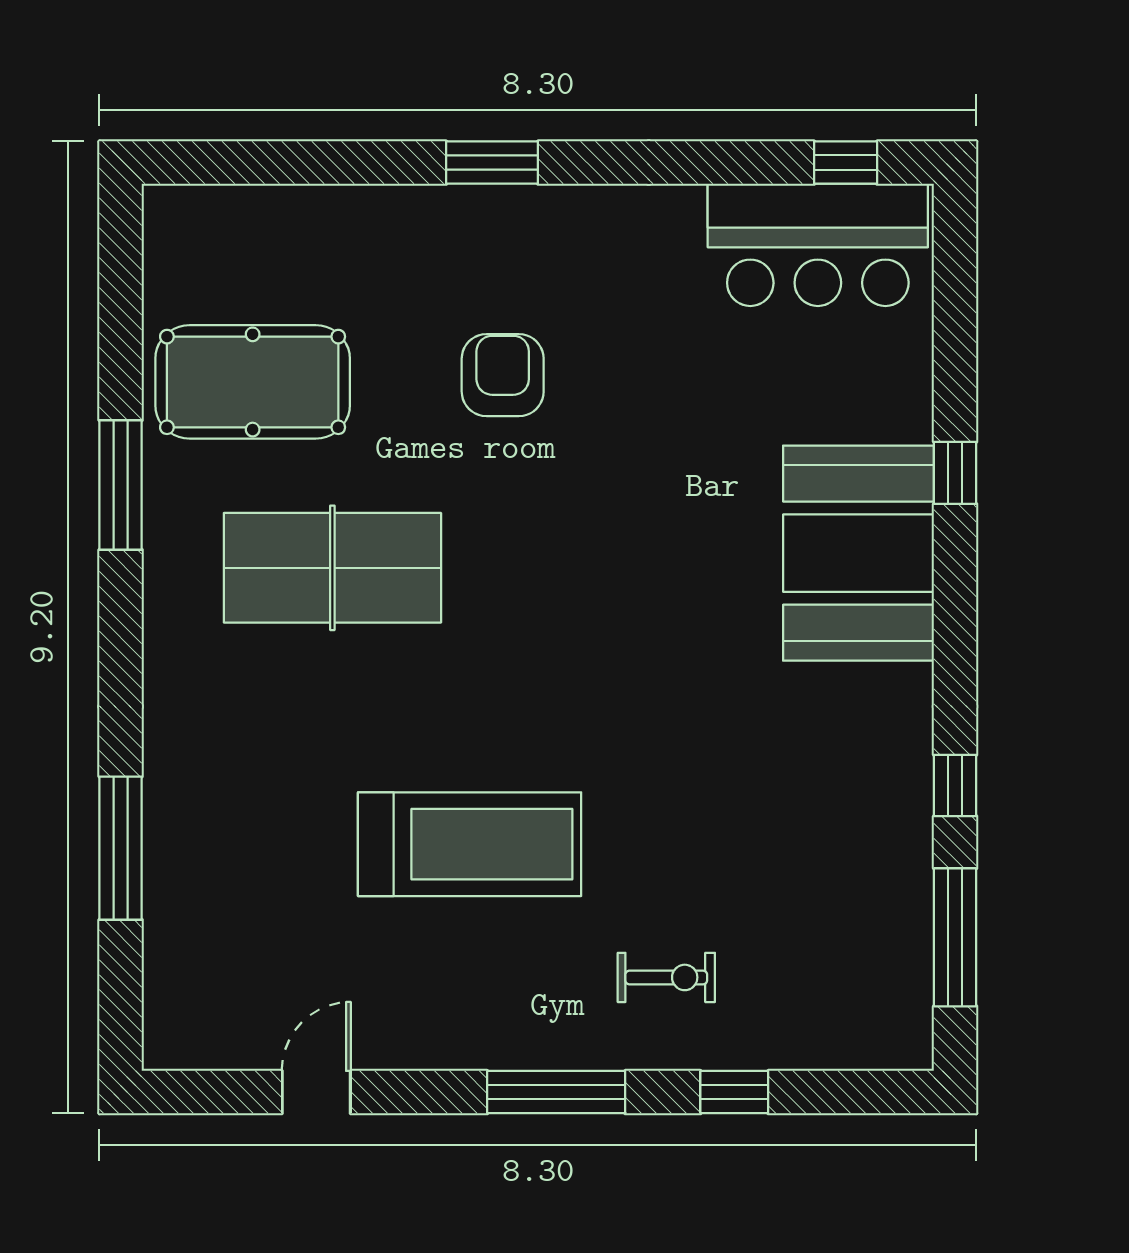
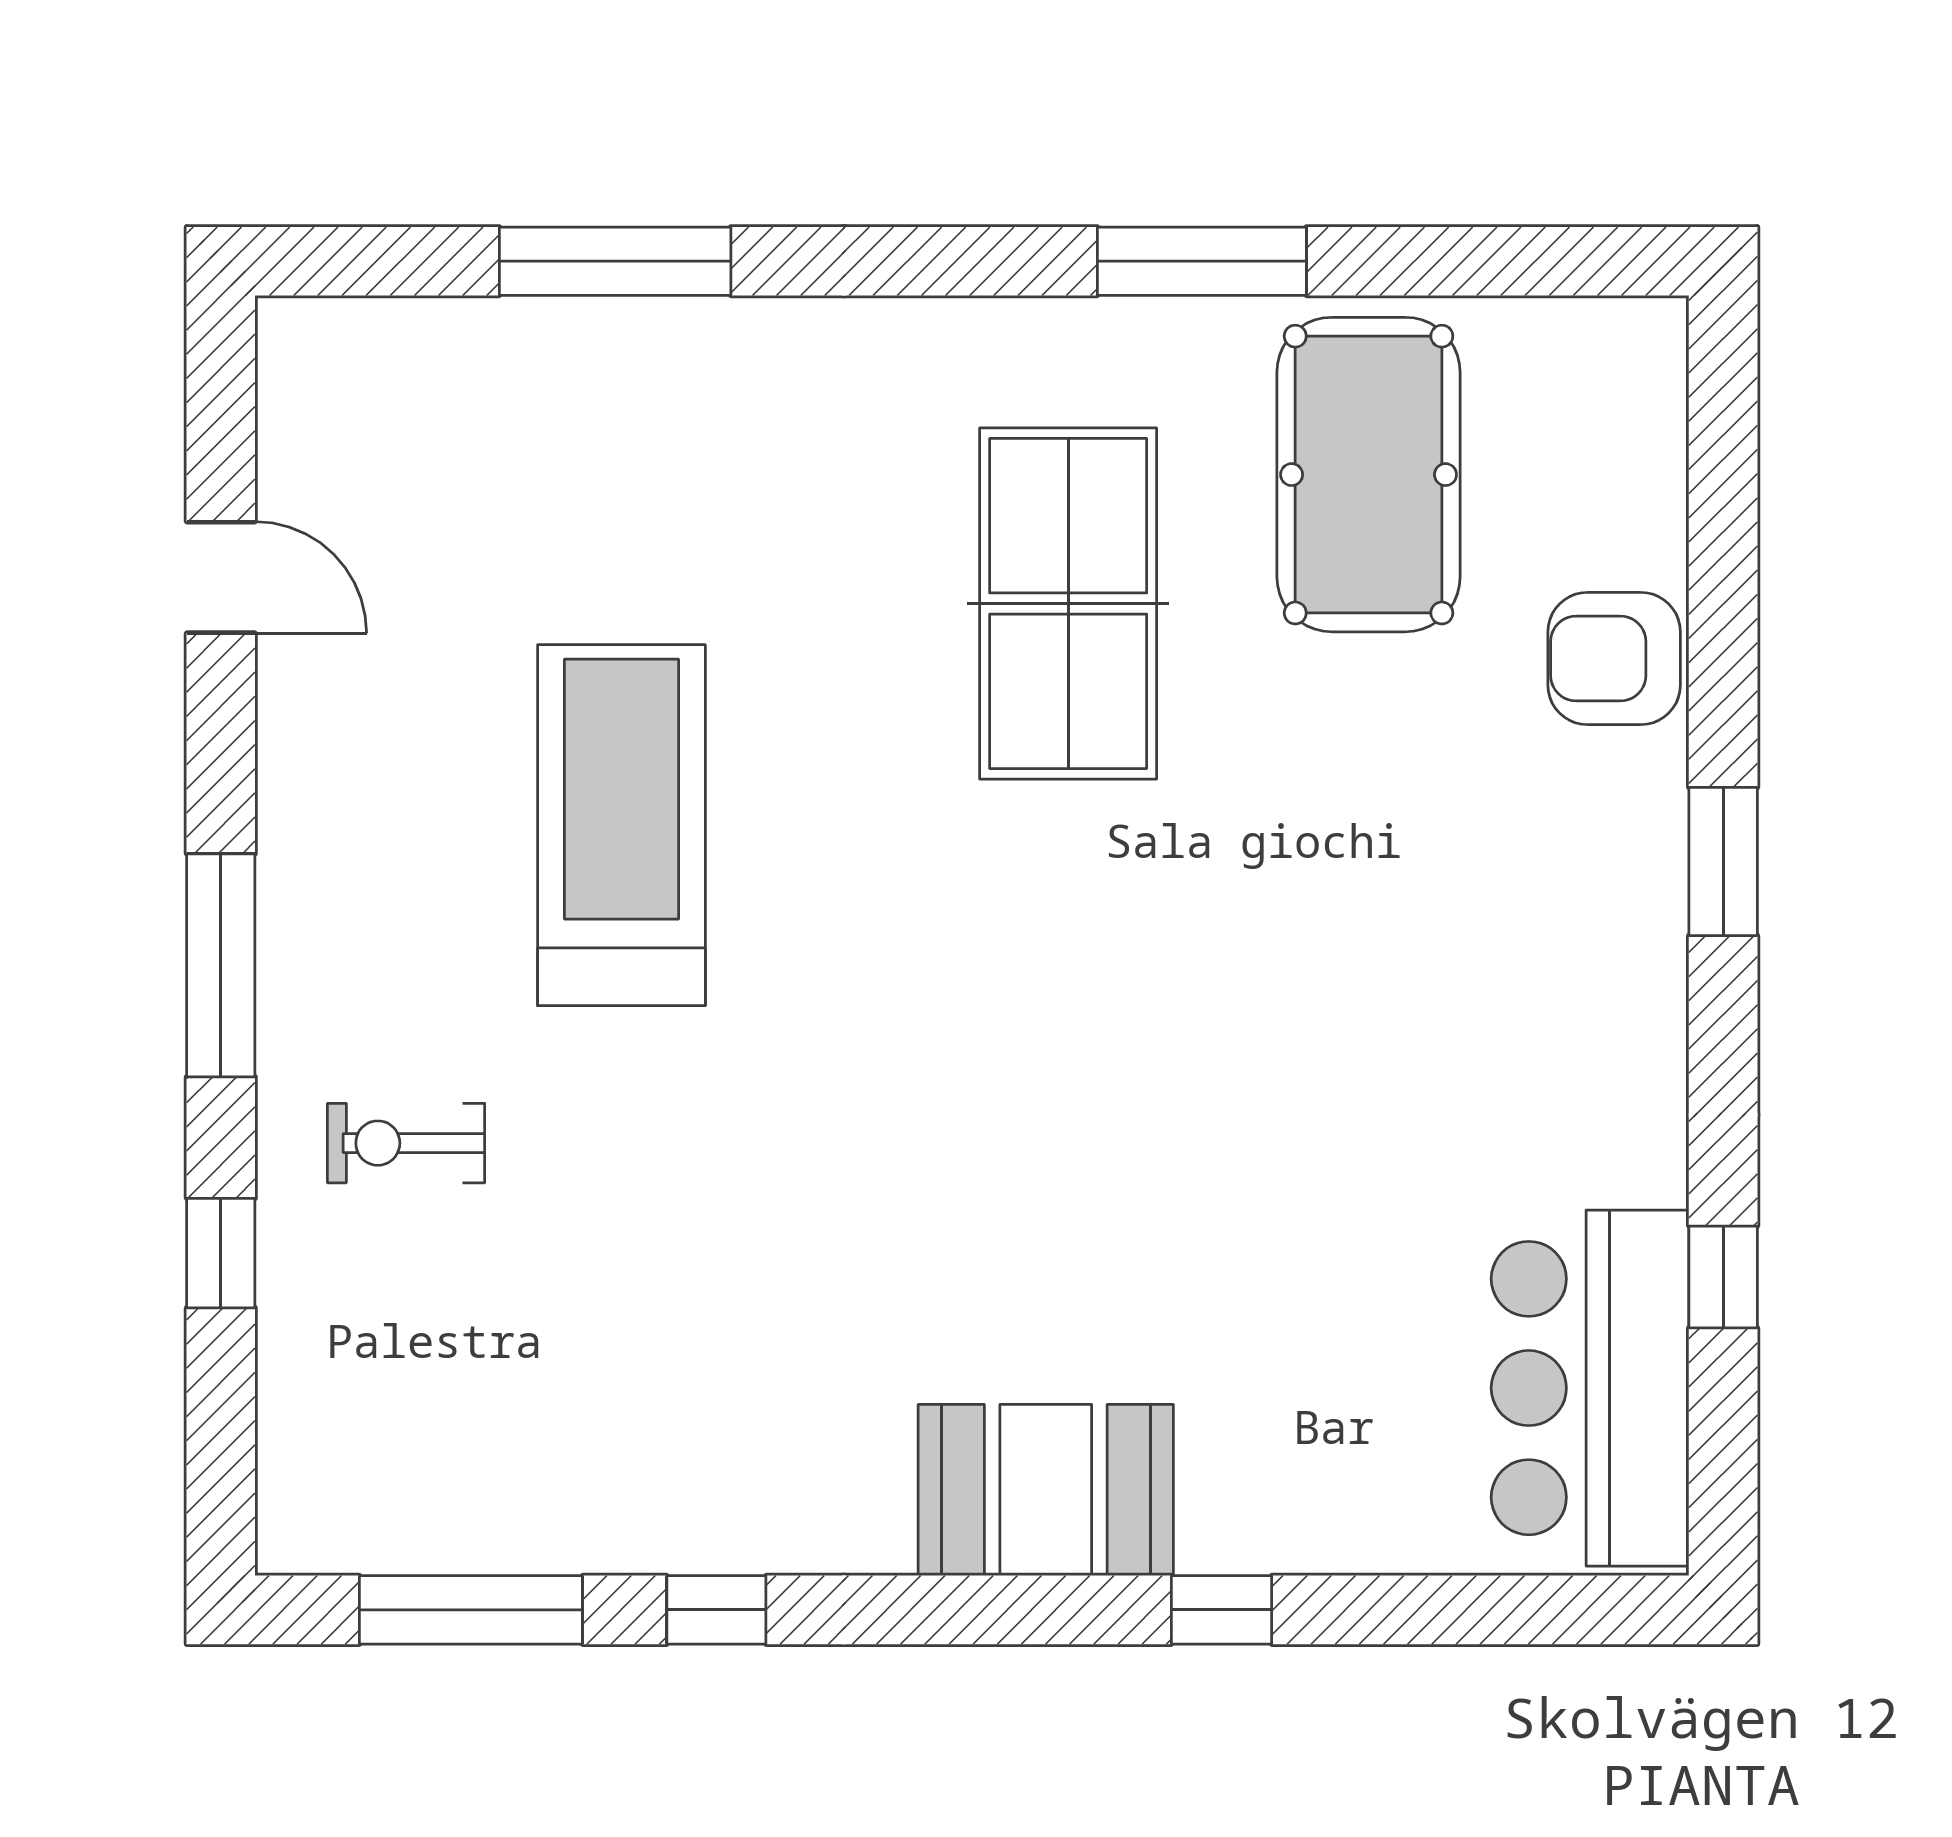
window: (846, 163) -> (1723, 1277), moved
armchair: (503, 375) -> (1614, 659), moved, turned 180
booth: (859, 553) -> (1046, 1490), width x0.73, depth x0.70
treadmill: (470, 844) -> (621, 825), turned 180
exercise bike: (666, 977) -> (406, 1143), turned 90

